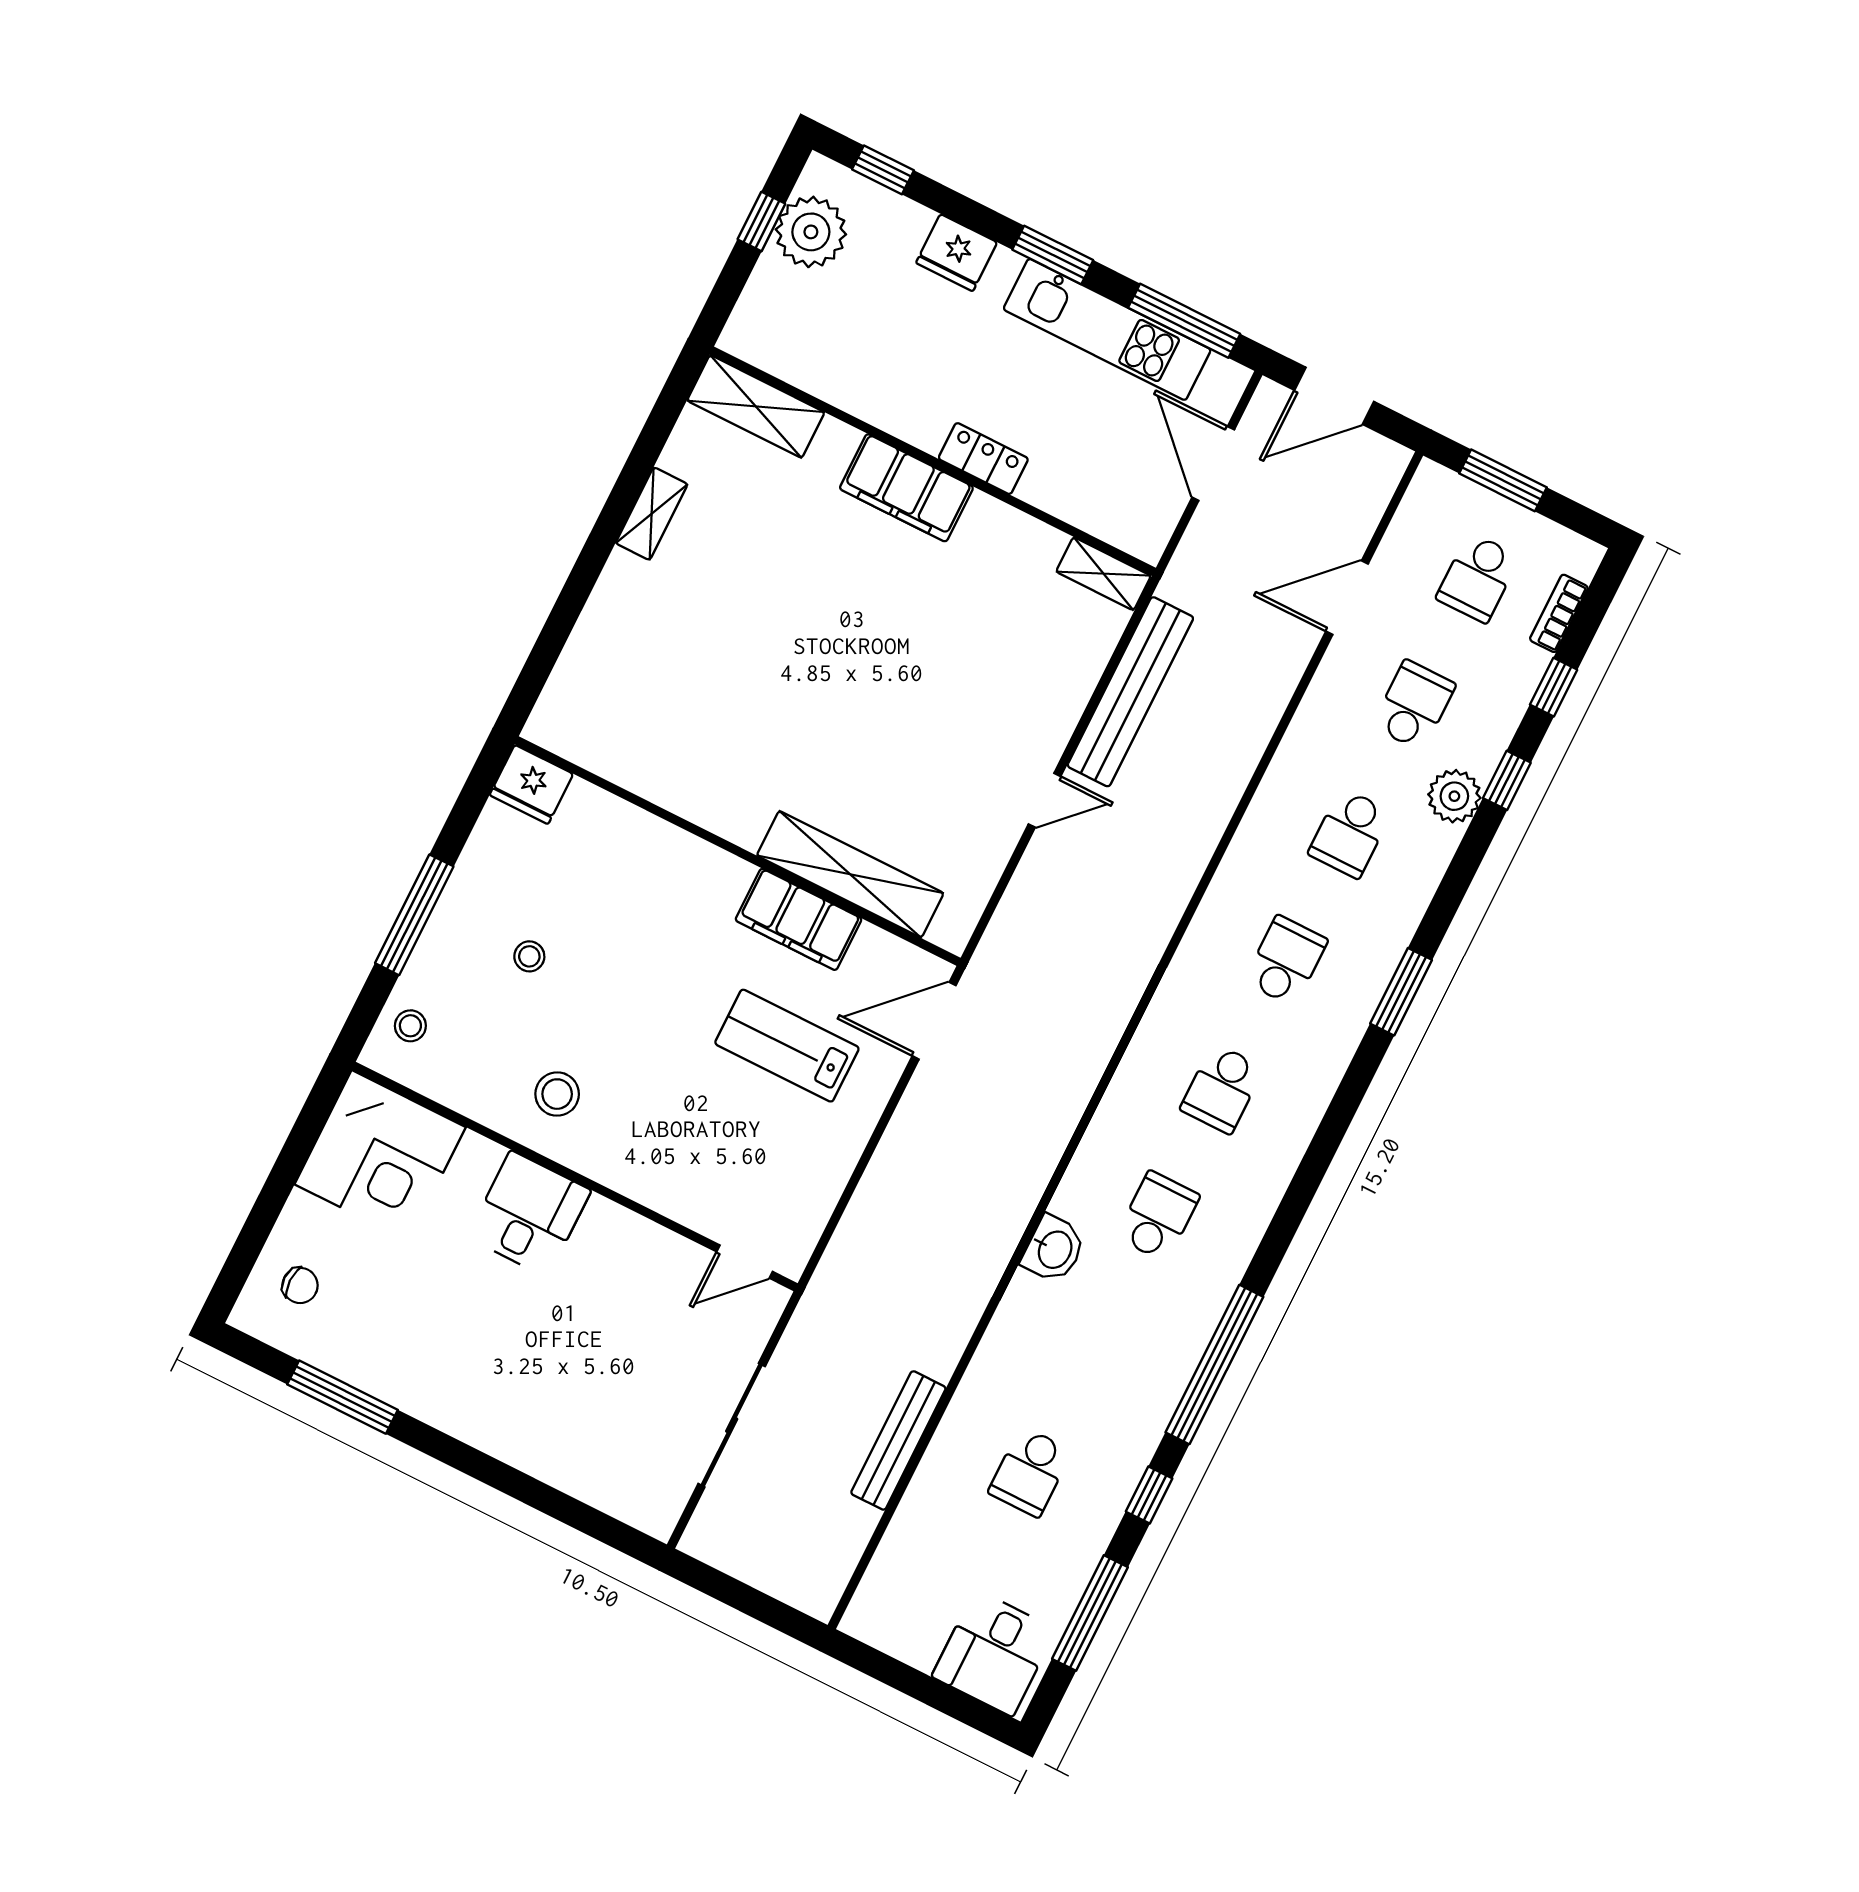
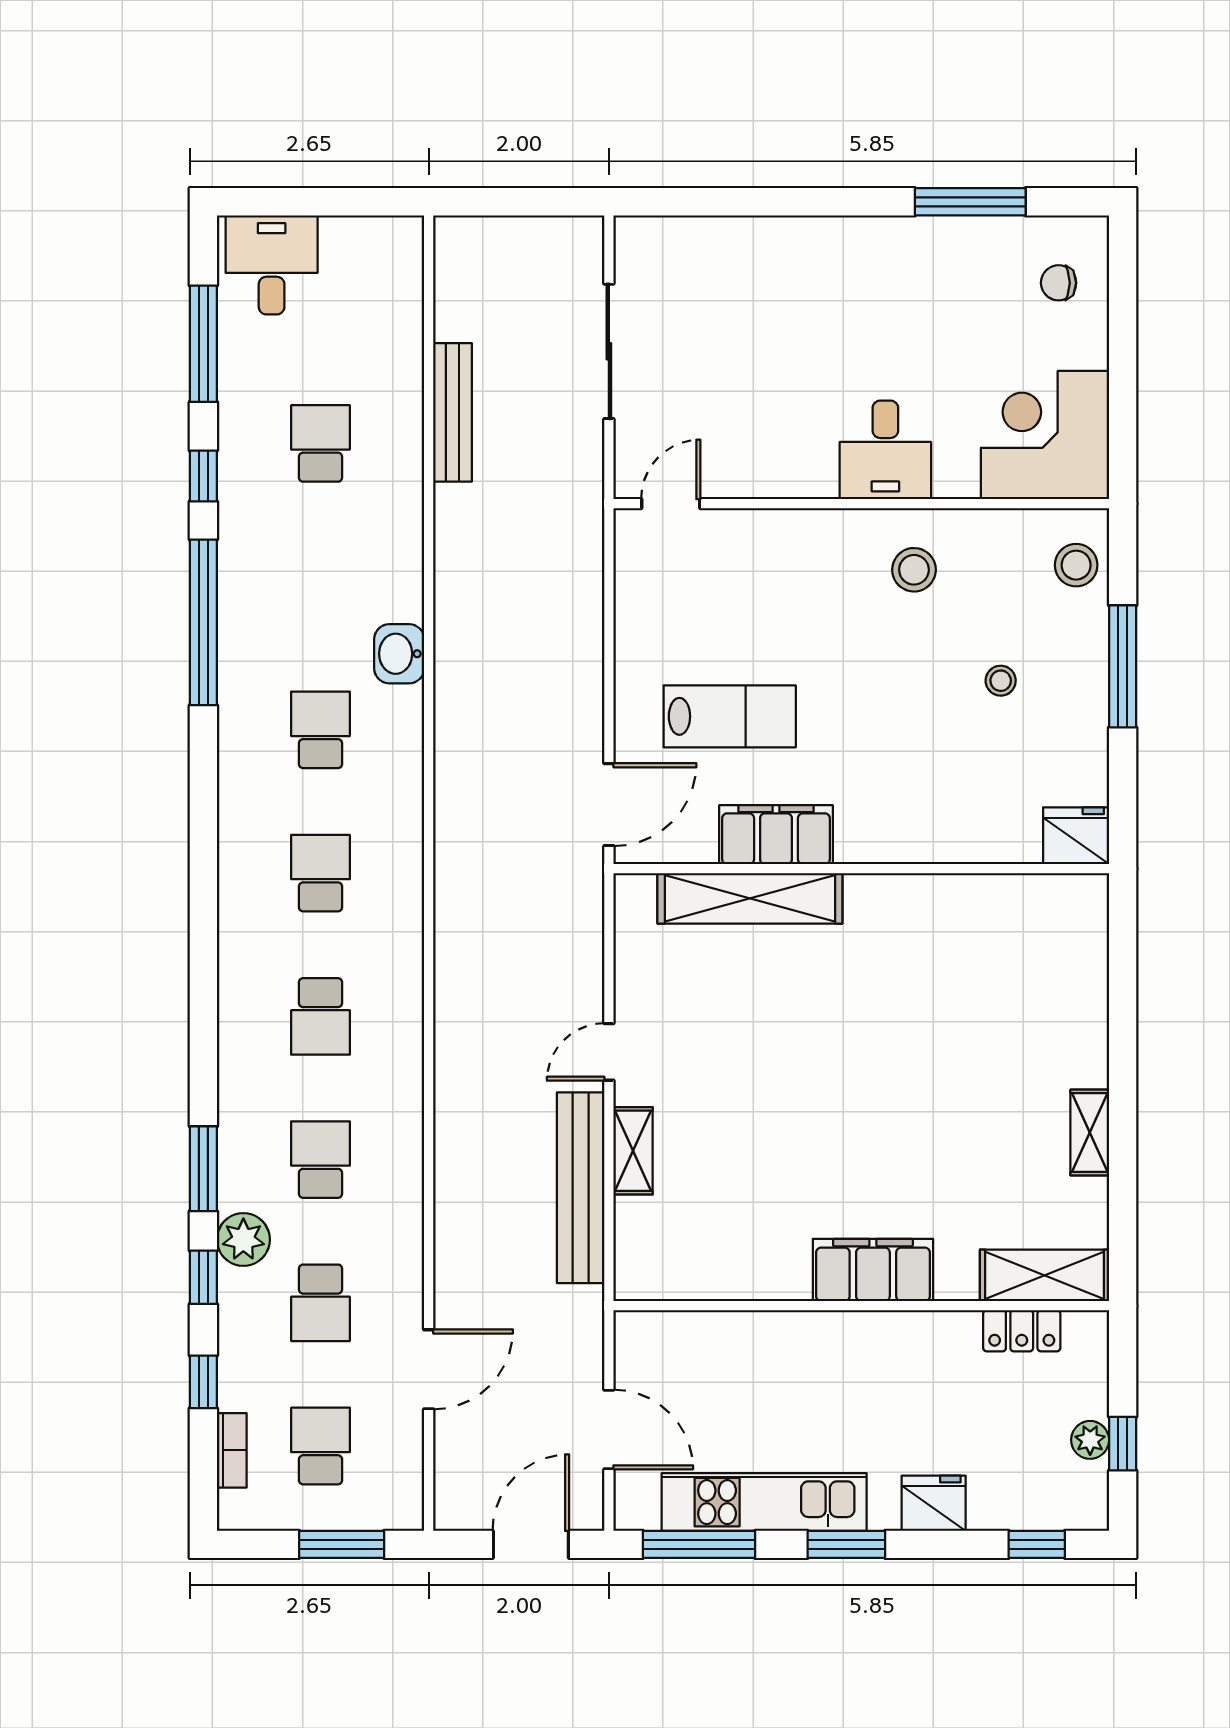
plant: (811, 232) -> (1090, 1440), width x0.53, depth x0.53
locker: (983, 459) -> (1022, 1331), moved
shelving: (1104, 574) -> (633, 1151), moved, turned 90
window: (1401, 992) -> (203, 1169), moved
stool: (410, 1026) -> (1076, 565), width x1.37, depth x1.37
school desk: (1158, 1216) -> (321, 730), turned 180

